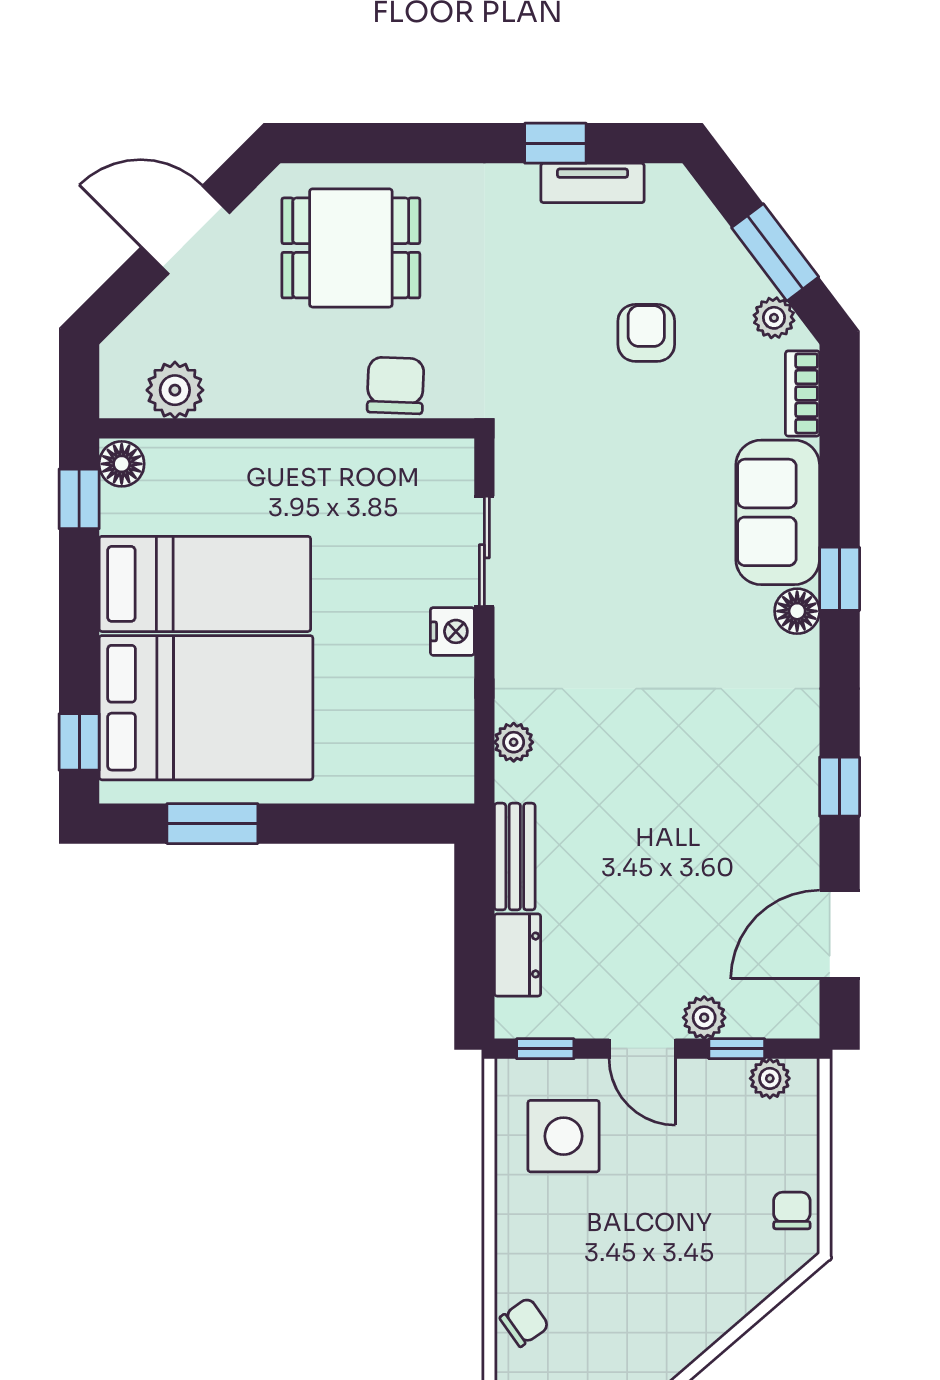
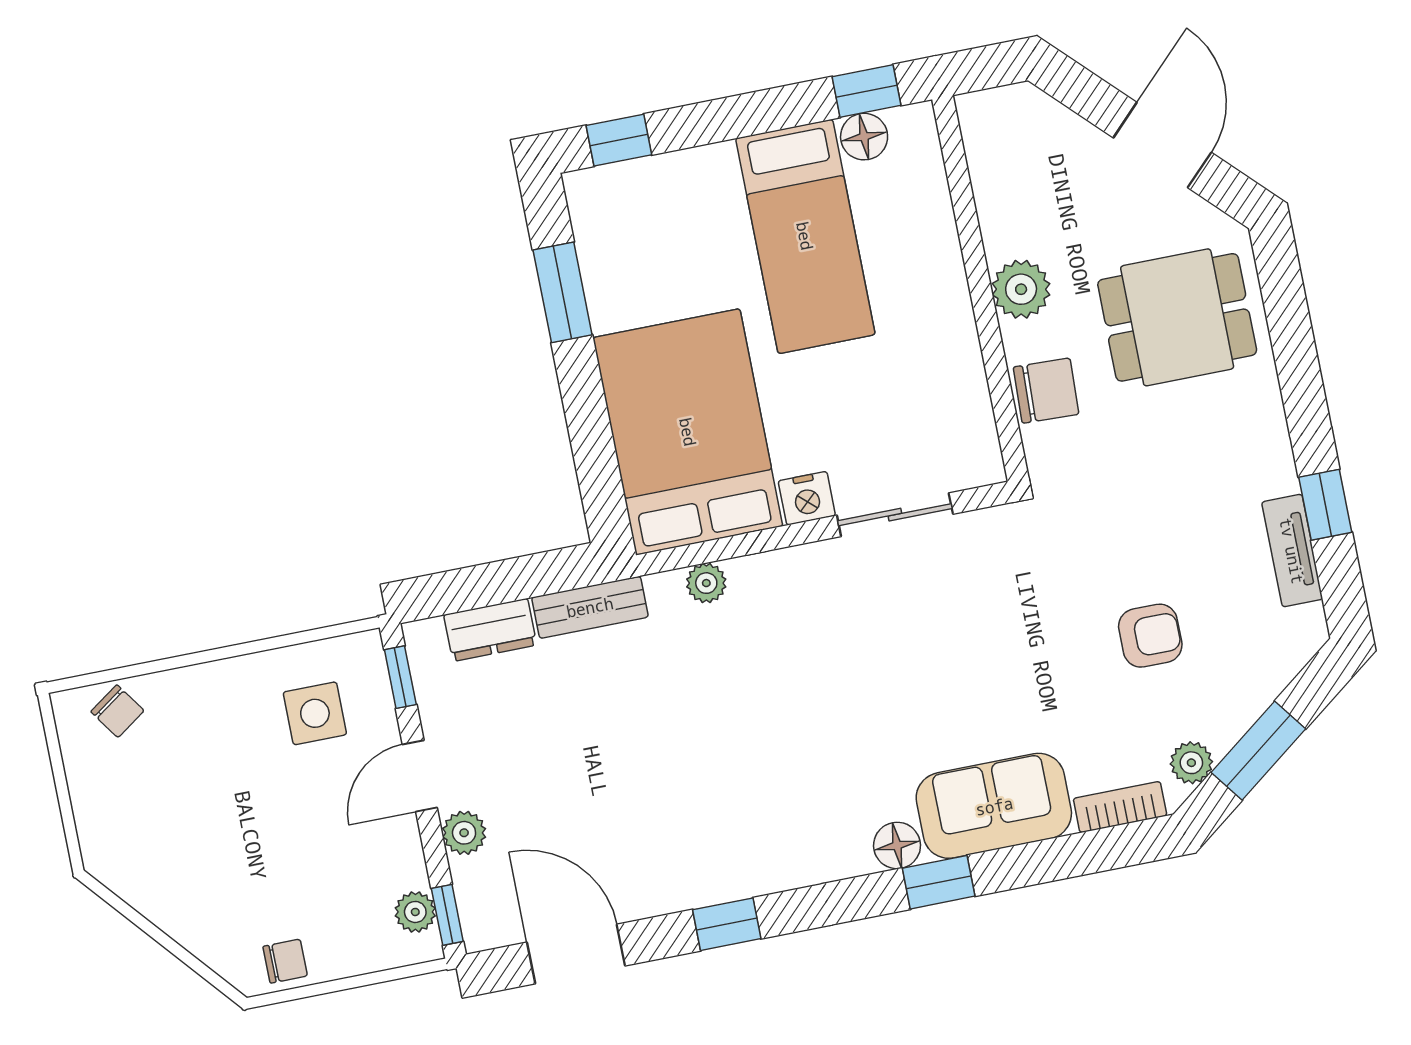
dining table: (351, 248) -> (1177, 317), turned 90
plant: (175, 390) -> (1021, 289), moved
floor lamp: (122, 464) -> (864, 137), moved
bed: (206, 708) -> (688, 432), moved, turned 180
window: (737, 1049) -> (447, 915), moved
side table: (563, 1136) -> (315, 713), width x0.73, depth x0.73

